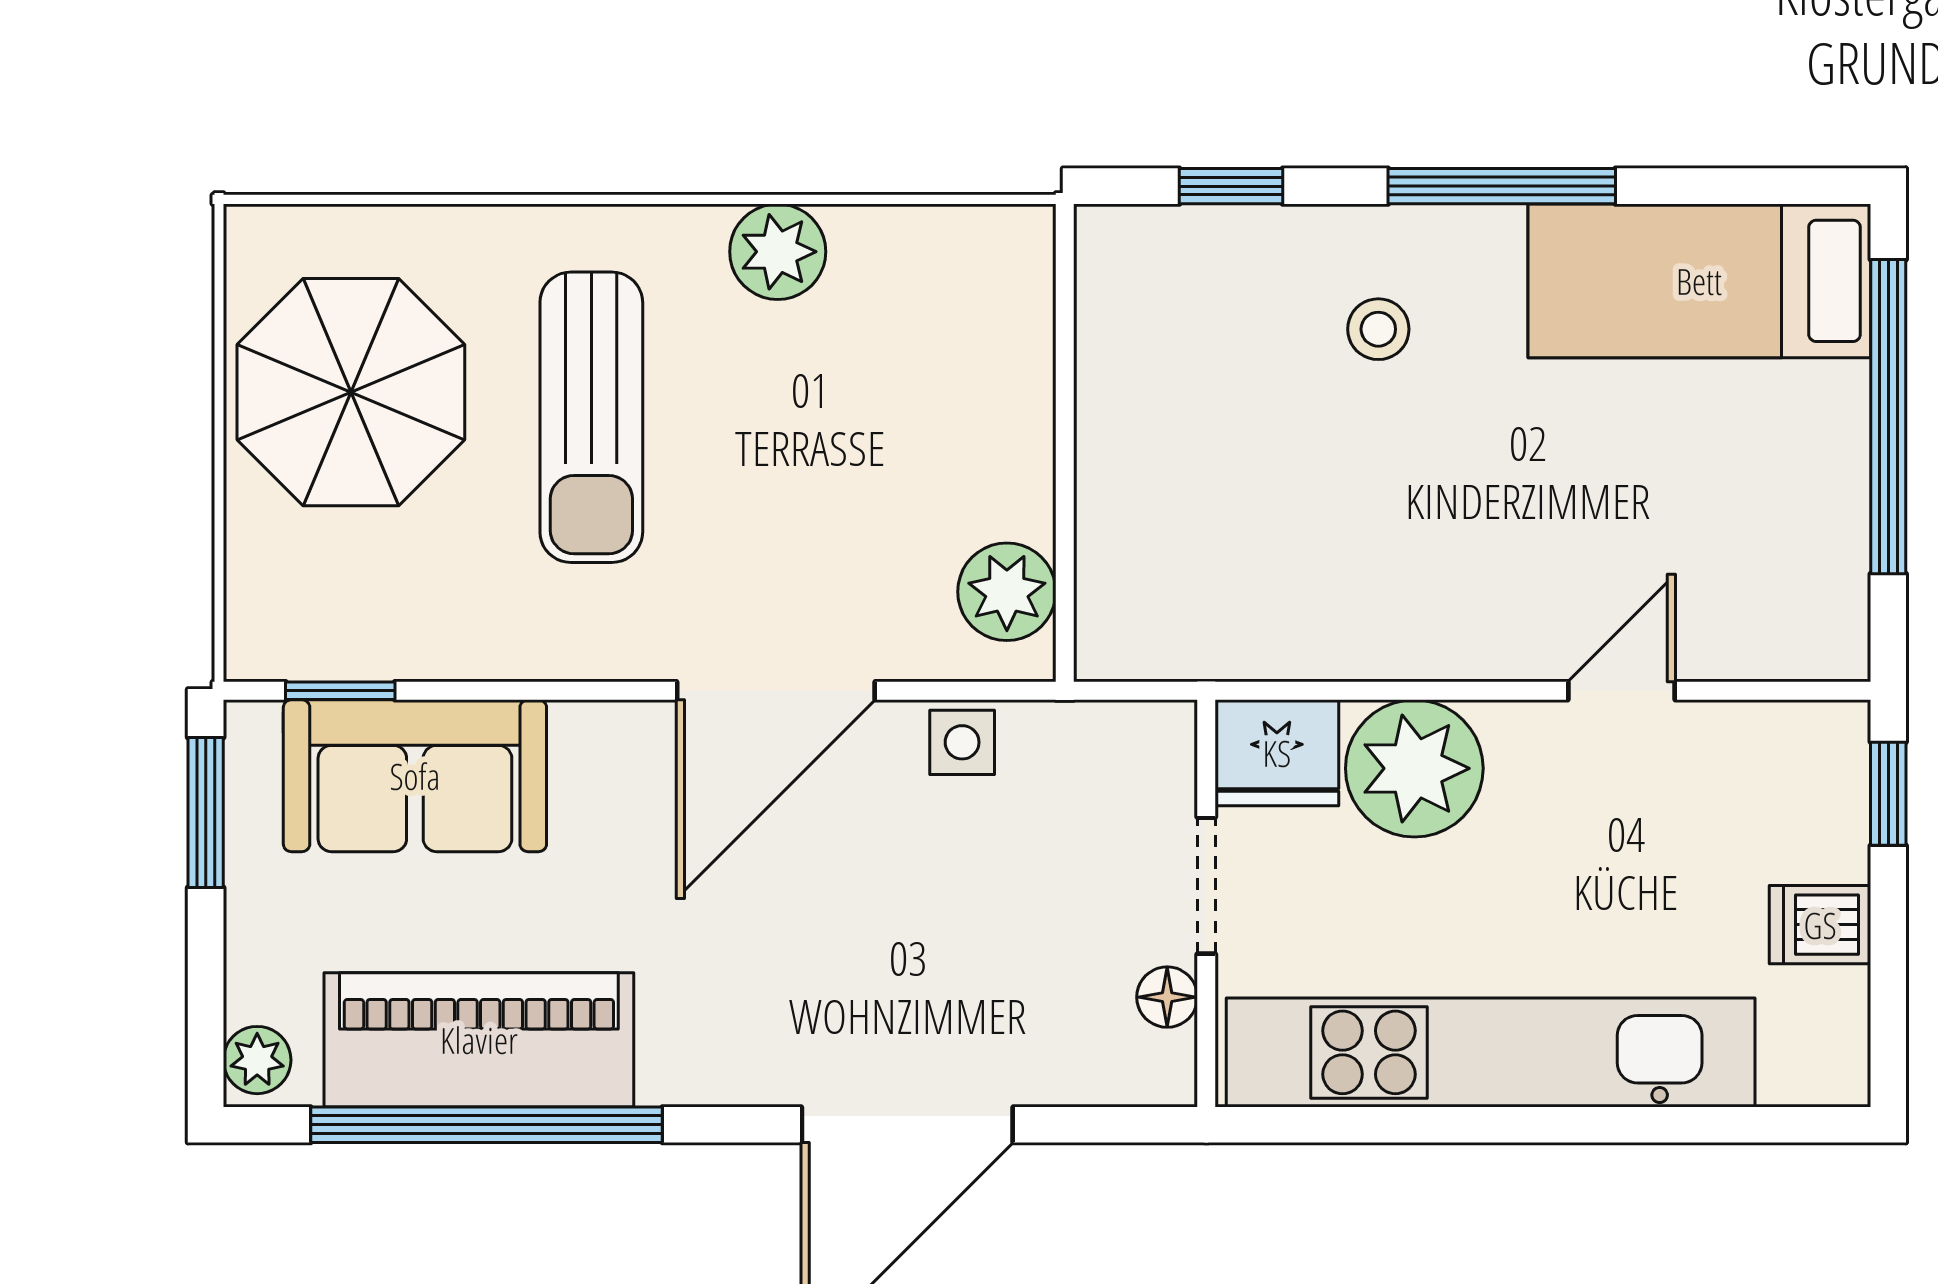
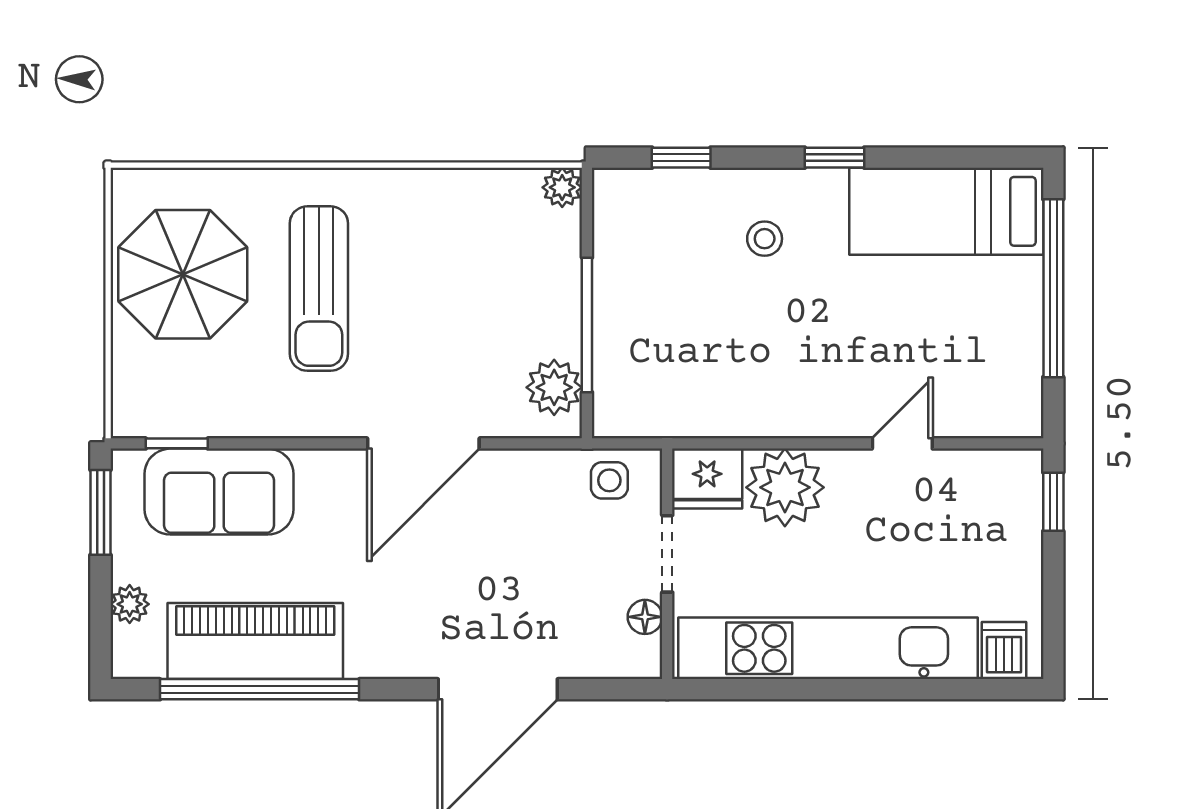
window: (1502, 186) -> (835, 158), width x0.46
plant: (778, 252) -> (562, 187), moved, width x0.73, depth x0.73
window: (1065, 482) -> (587, 325), added
side table: (962, 742) -> (609, 480), moved
dishwasher: (1820, 925) -> (1004, 651), moved, turned 90
plant: (257, 1060) -> (130, 604), moved

